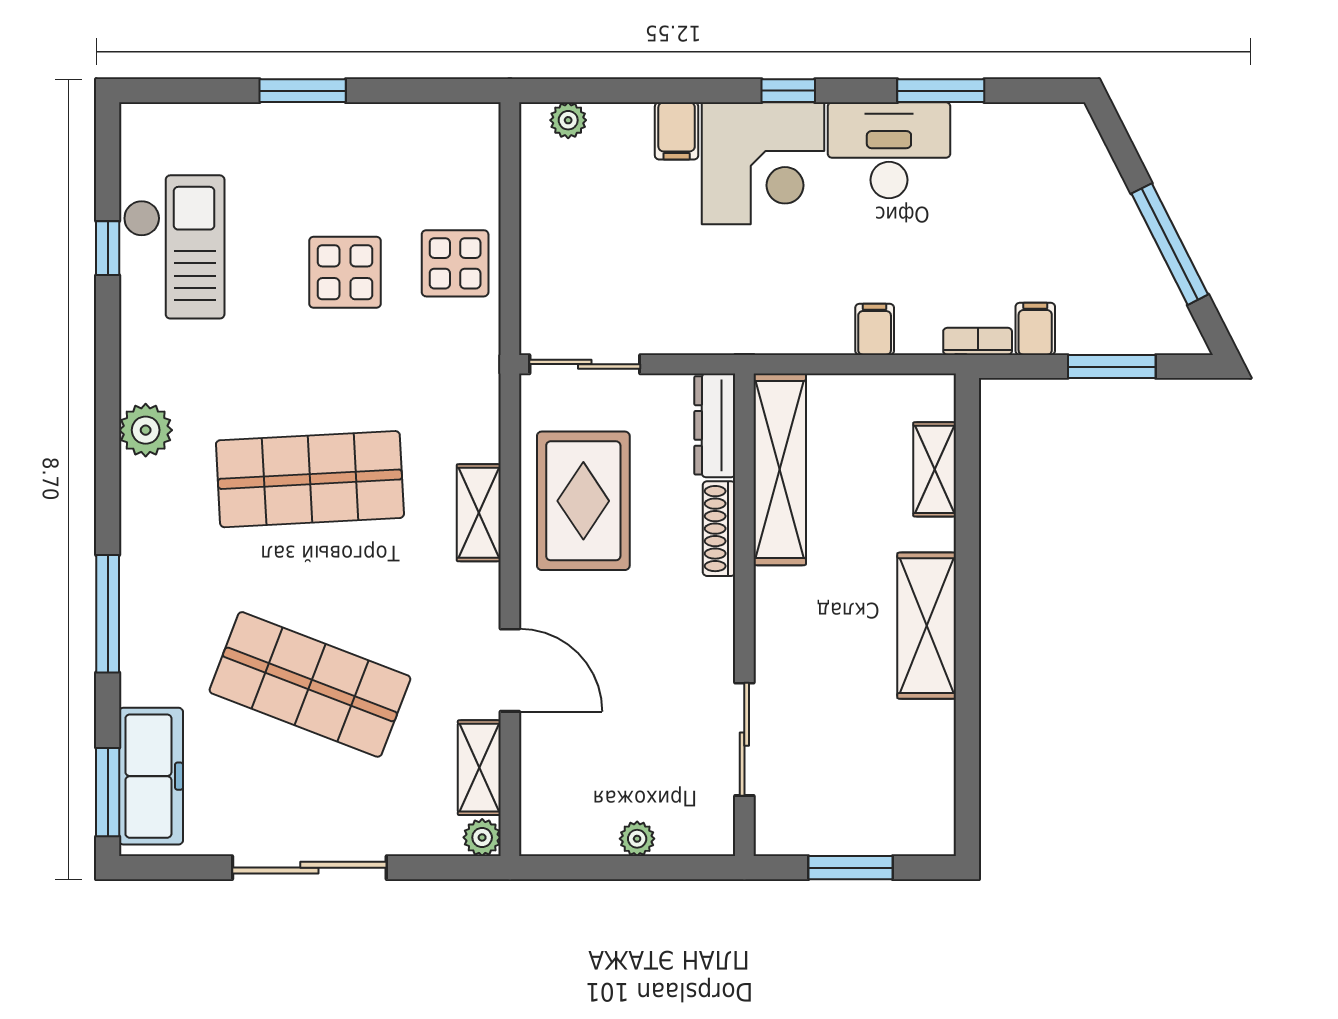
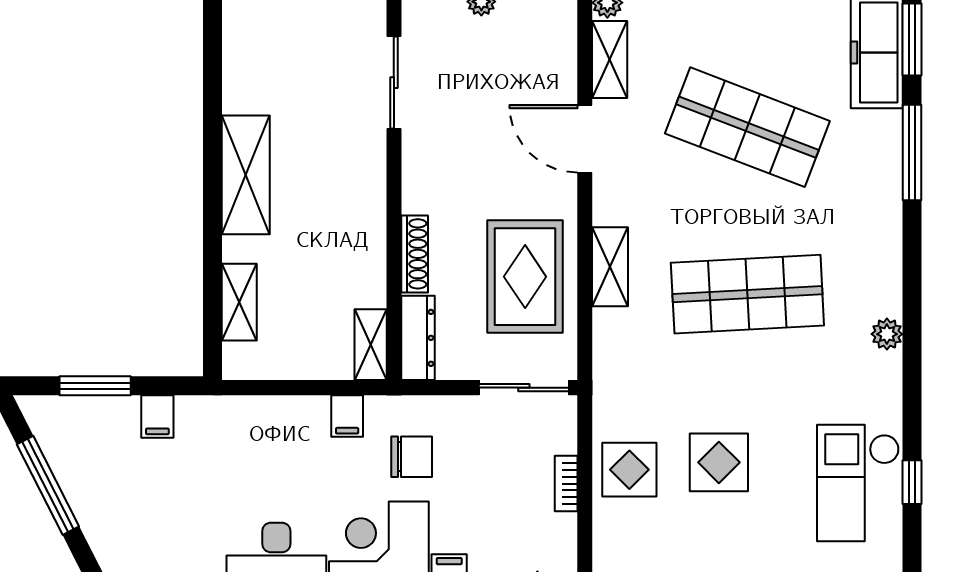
chair: (723, 279) -> (412, 457), added
filing cabinet: (875, 329) -> (347, 416), moved
bookcase: (978, 341) -> (566, 484), moved, turned 90
plant: (146, 430) -> (887, 334), width x0.73, depth x0.73
shelving: (780, 469) -> (371, 345), width x0.45, depth x0.75
window: (108, 614) -> (912, 152), moved

